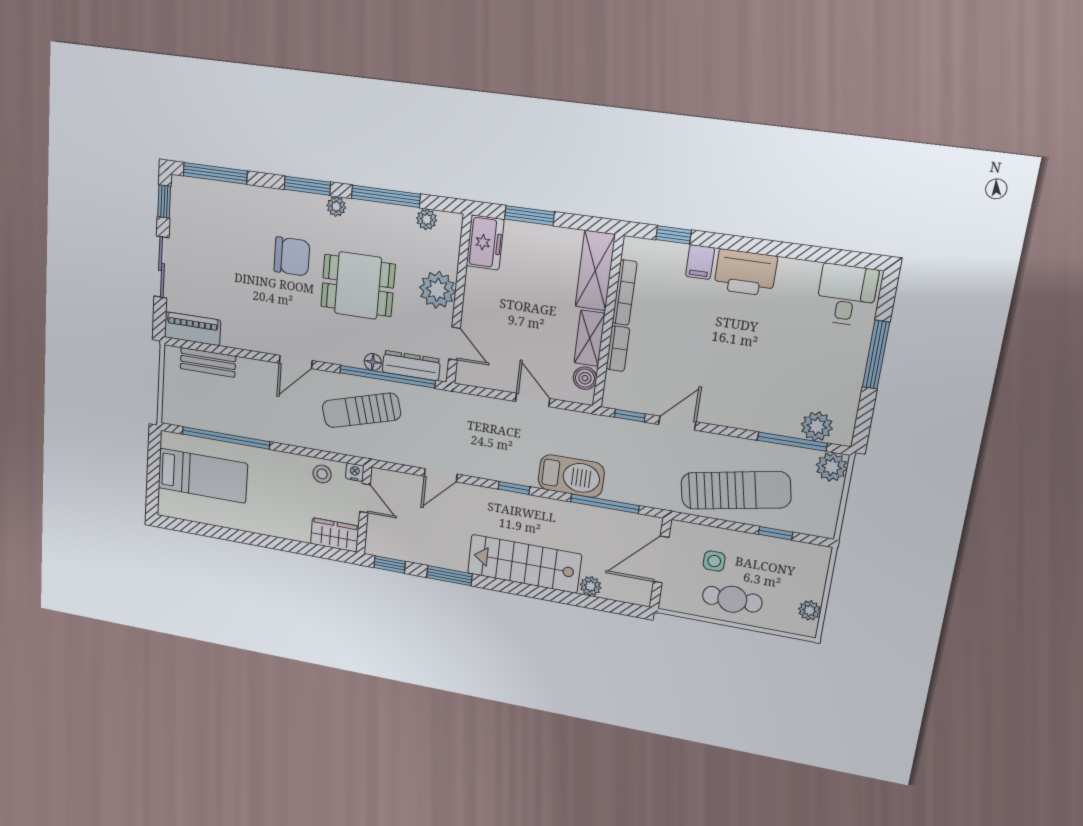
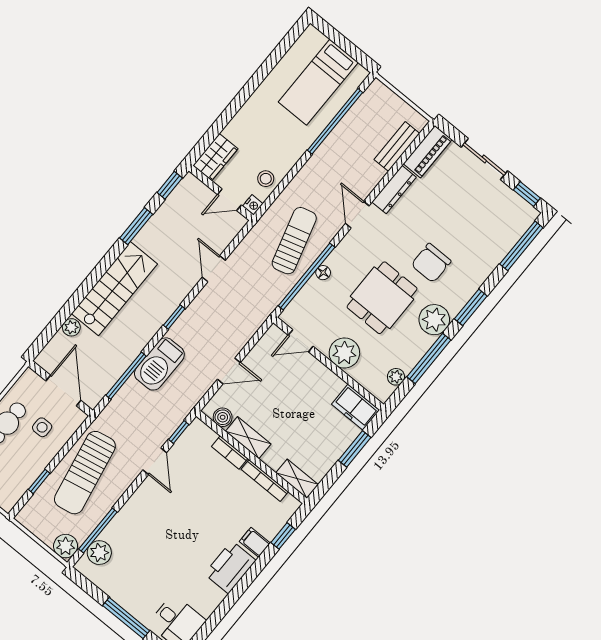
plant: (336, 206) -> (434, 320), width x1.88, depth x1.88
shelving: (595, 271) -> (297, 479), width x0.67, depth x0.75
dresser: (411, 365) -> (394, 190), moved

